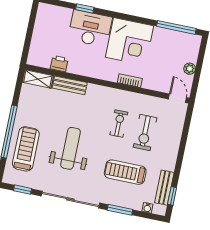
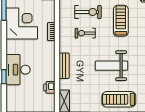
corner desk: (130, 42) -> (22, 24), moved
bench: (70, 85) -> (64, 66), moved
treadmill: (125, 172) -> (121, 21), turned 180

